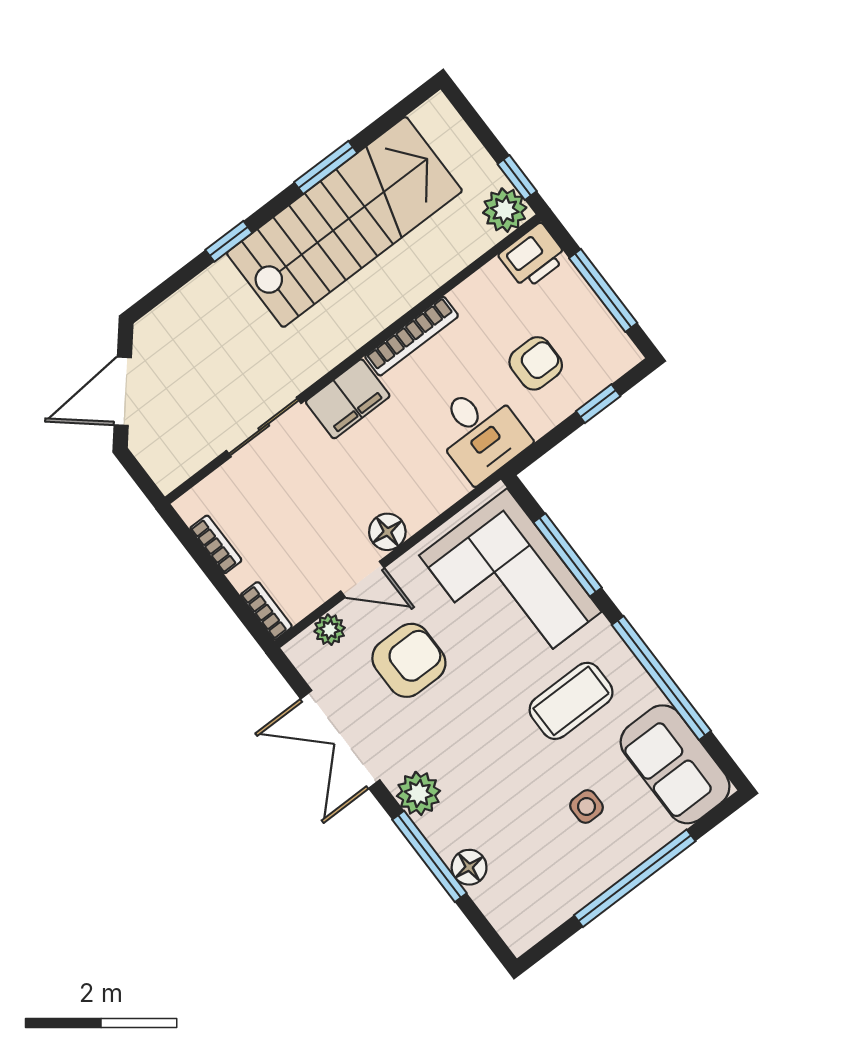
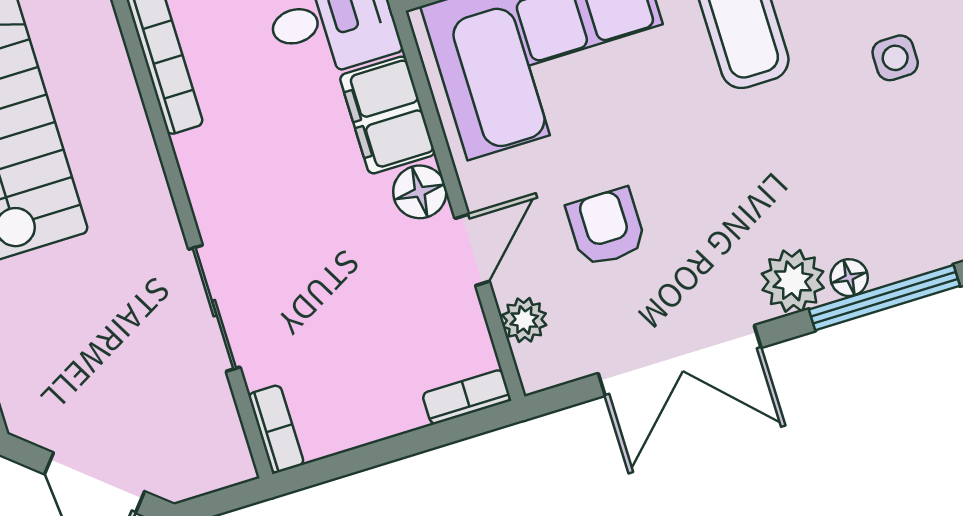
filing cabinet: (348, 399) -> (387, 115), moved, turned 180
bookcase: (216, 544) -> (276, 429), moved, turned 90
armchair: (409, 660) -> (606, 227), width x0.72, depth x0.72
floor lamp: (469, 867) -> (849, 278), moved, width x0.73, depth x0.73

